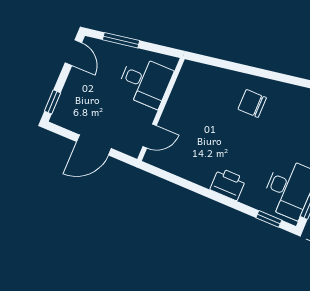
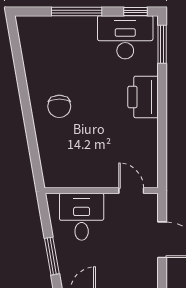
printer: (228, 184) -> (143, 97), width x1.37, depth x1.19
window: (269, 219) -> (162, 44), width x1.50

